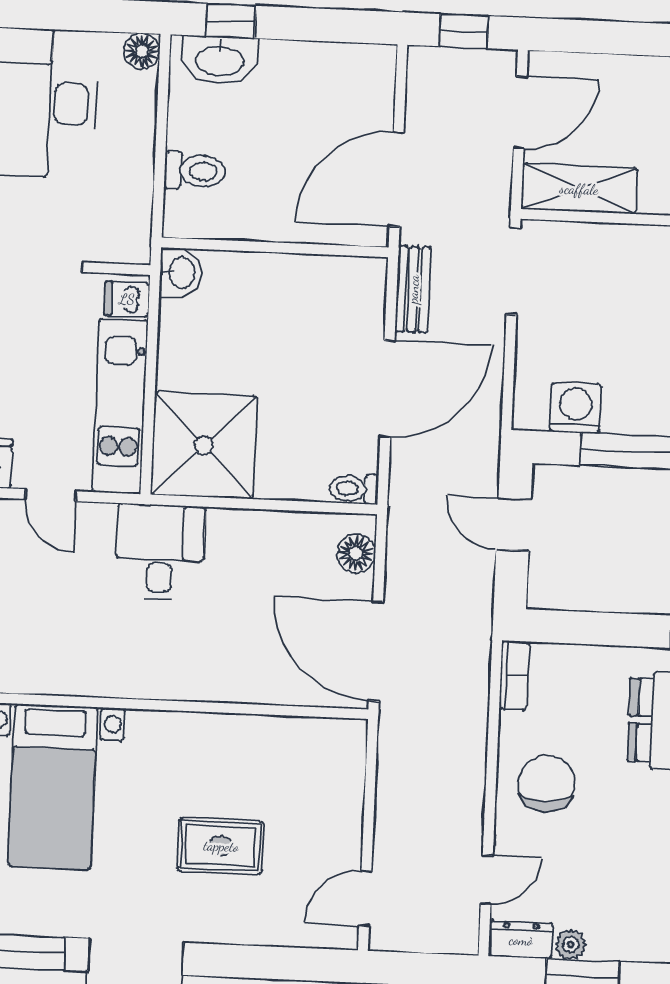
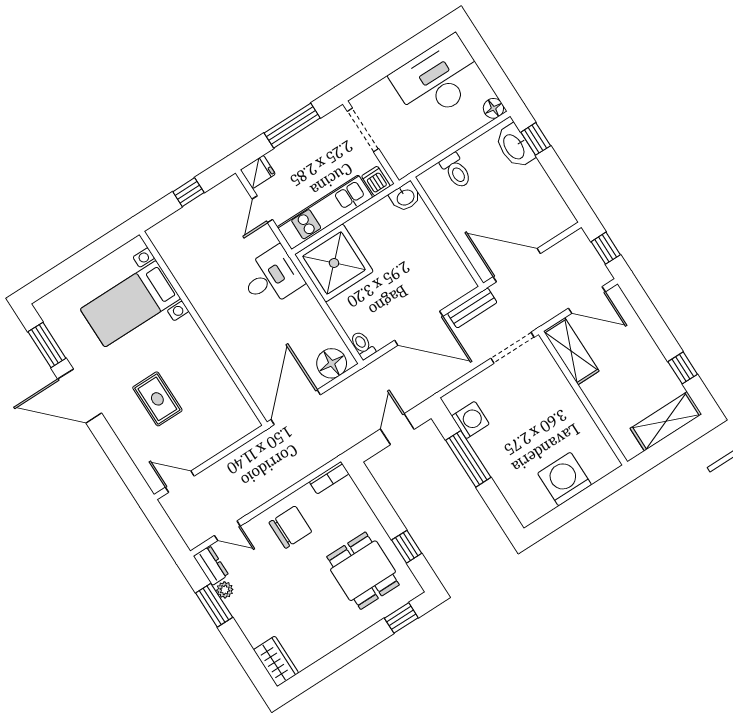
floor lamp: (356, 553) -> (332, 363), width x1.38, depth x1.38

